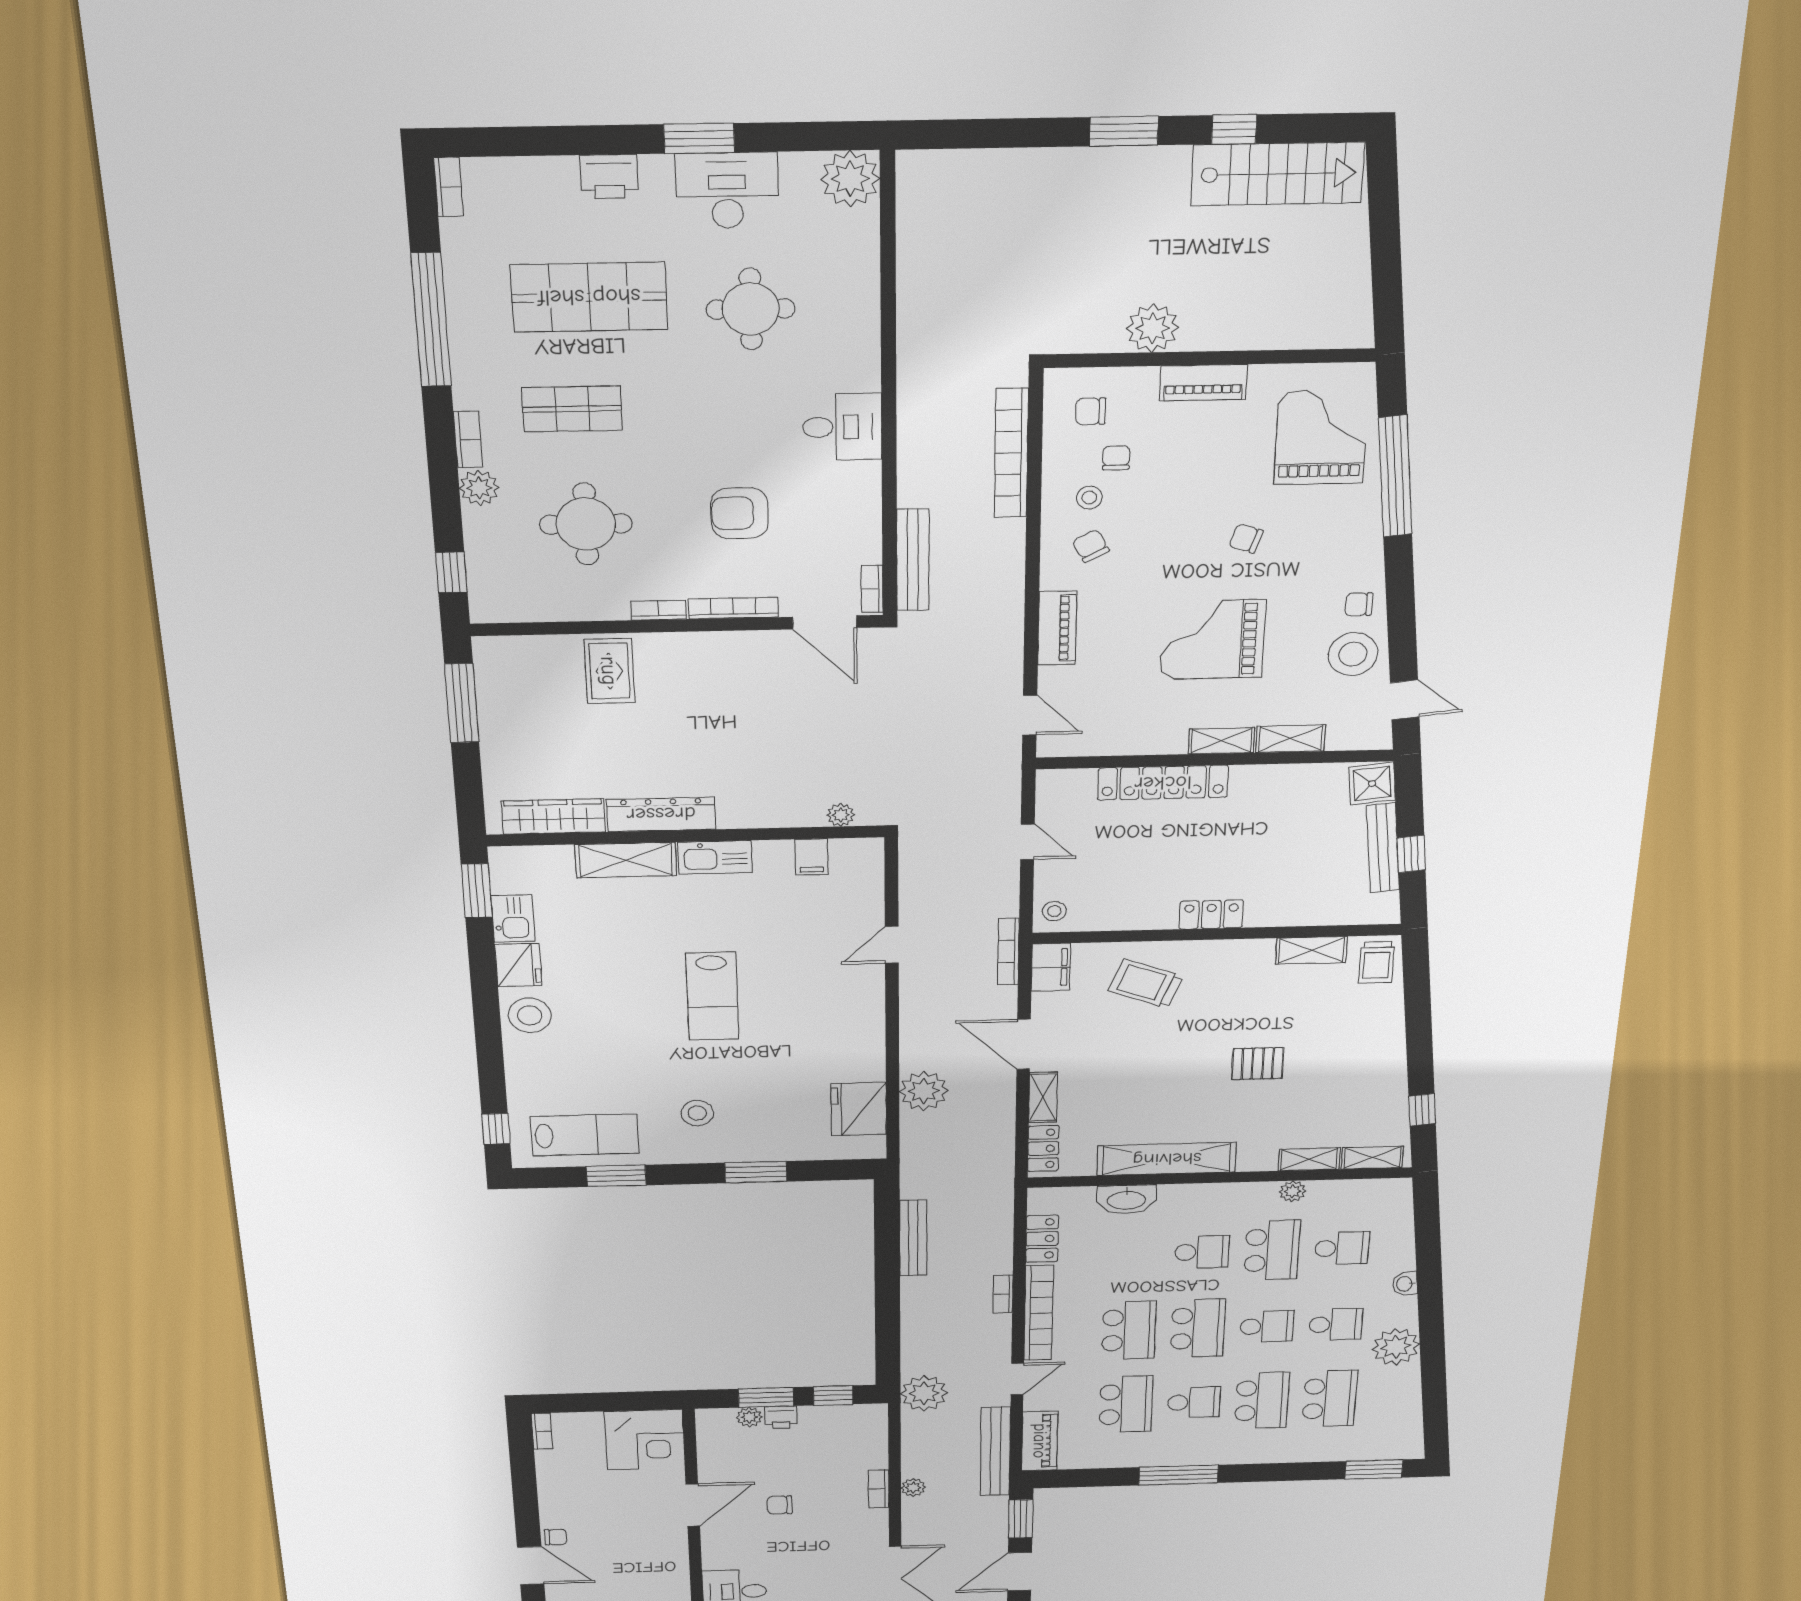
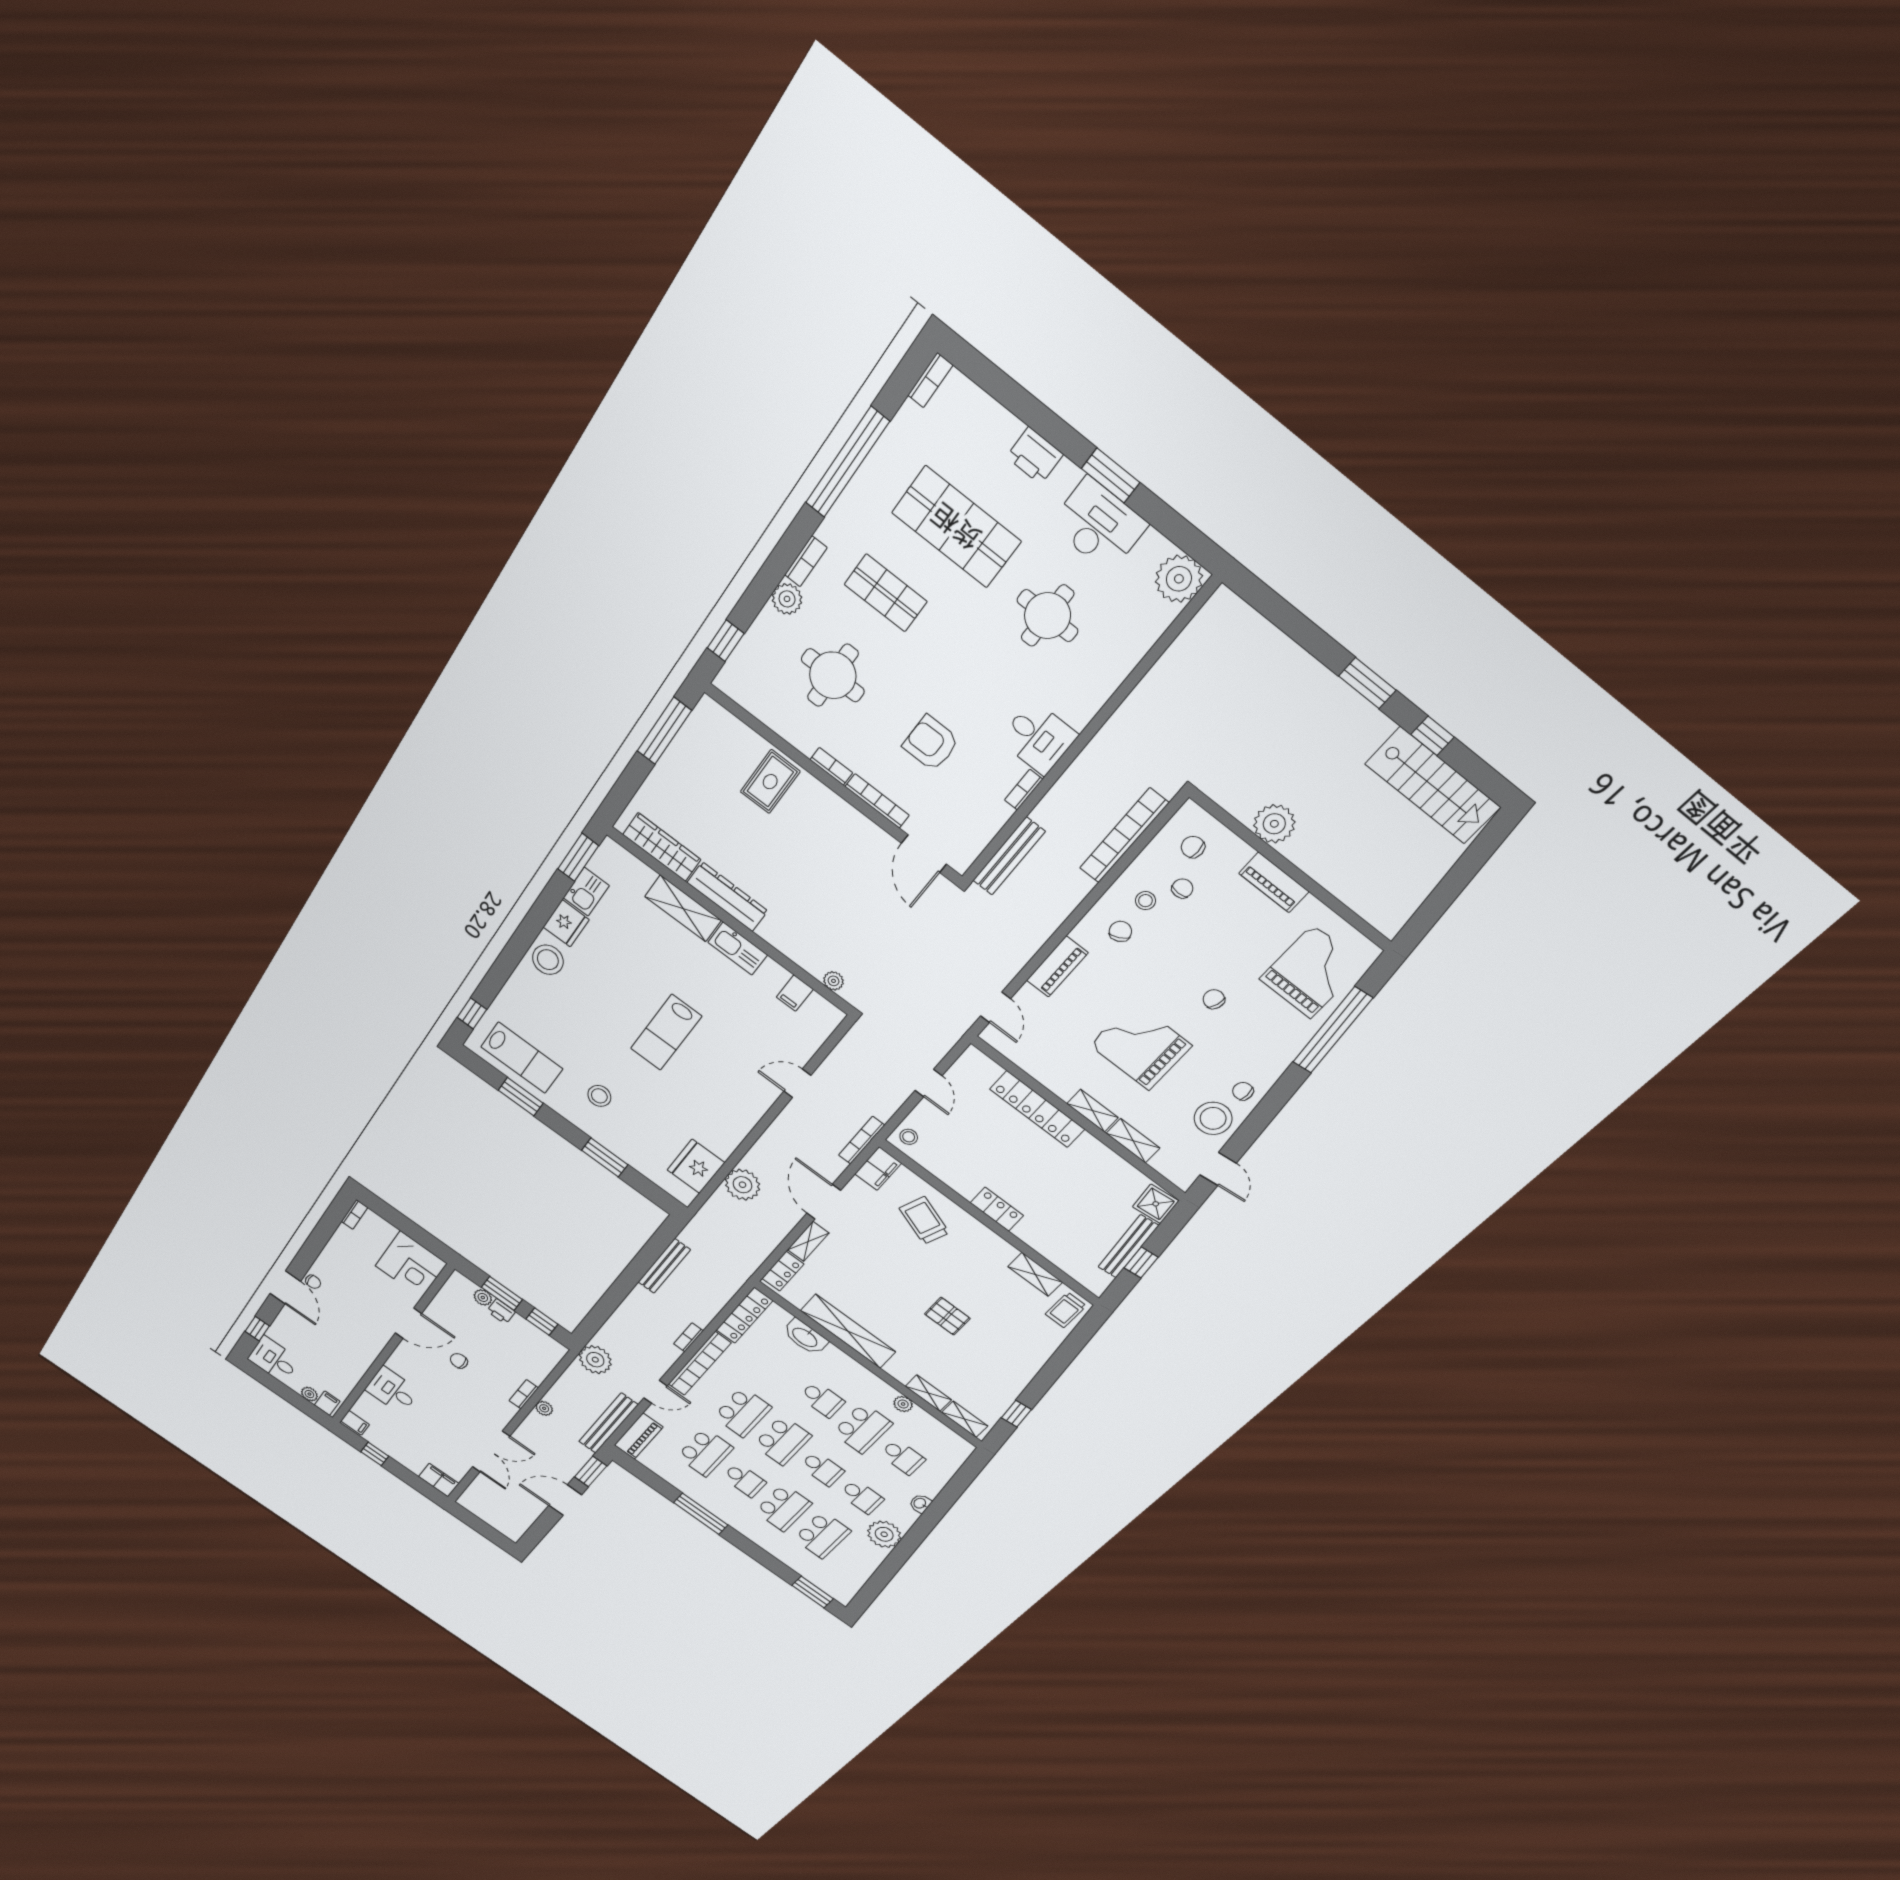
bookcase: (872, 589) -> (1024, 790), moved
locker: (1042, 1239) -> (744, 1315), width x1.53

